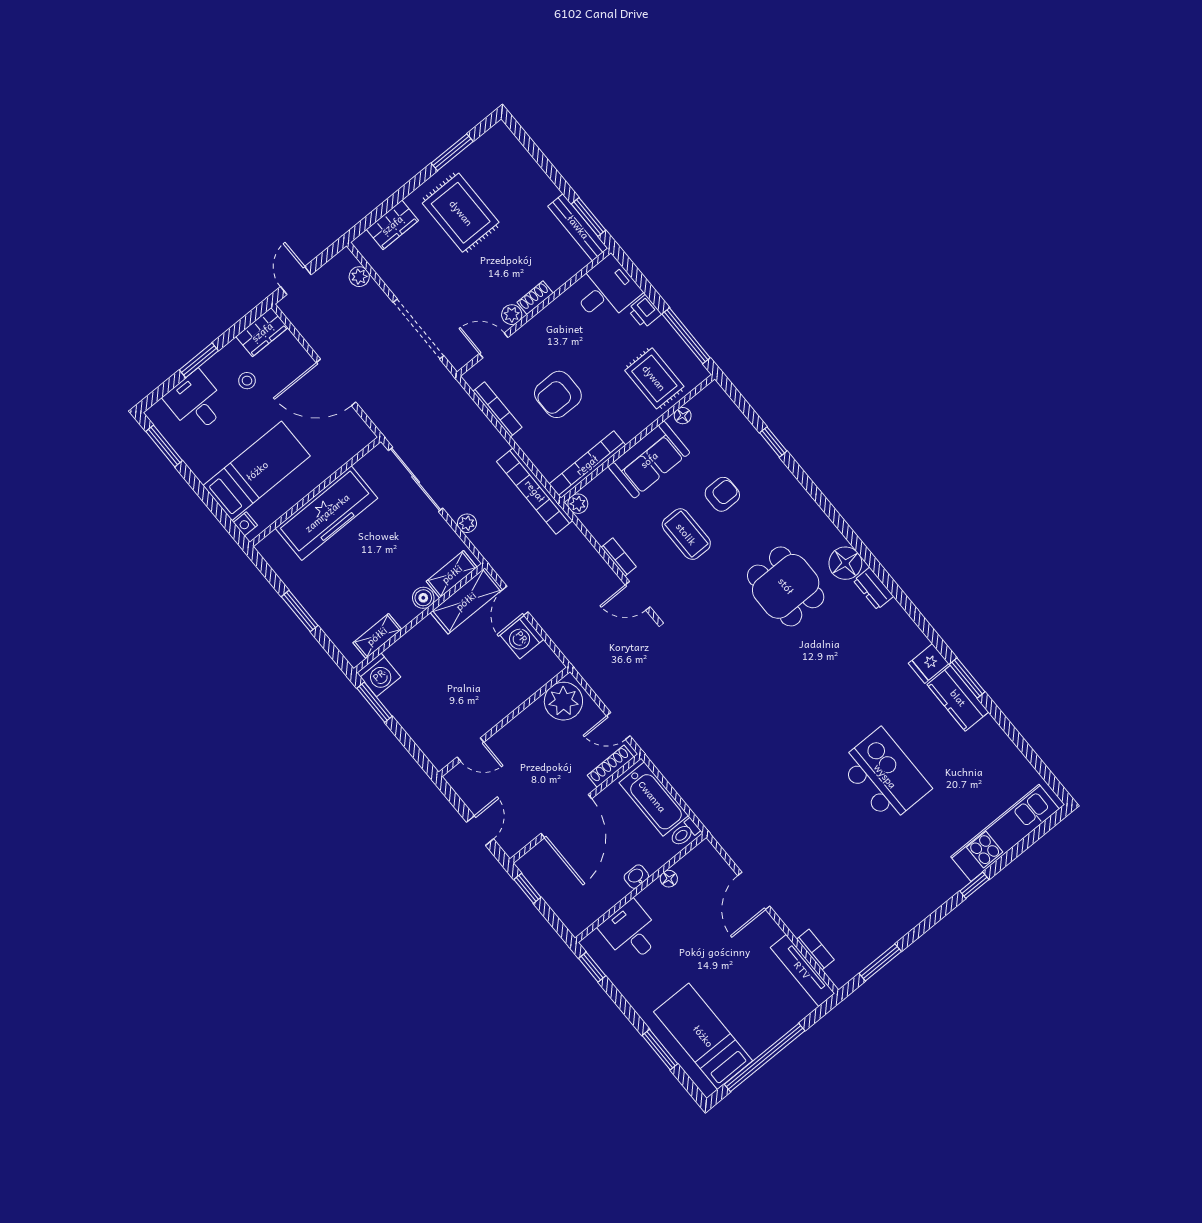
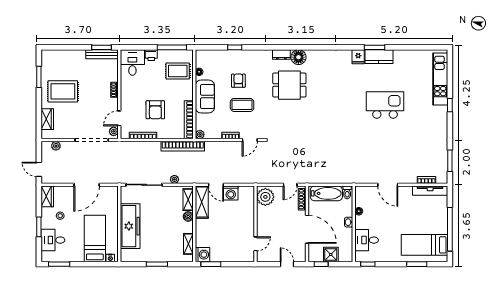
plant: (512, 315) -> (114, 131), moved
dresser: (873, 588) -> (281, 55), moved
shower: (557, 891) -> (331, 254), added

